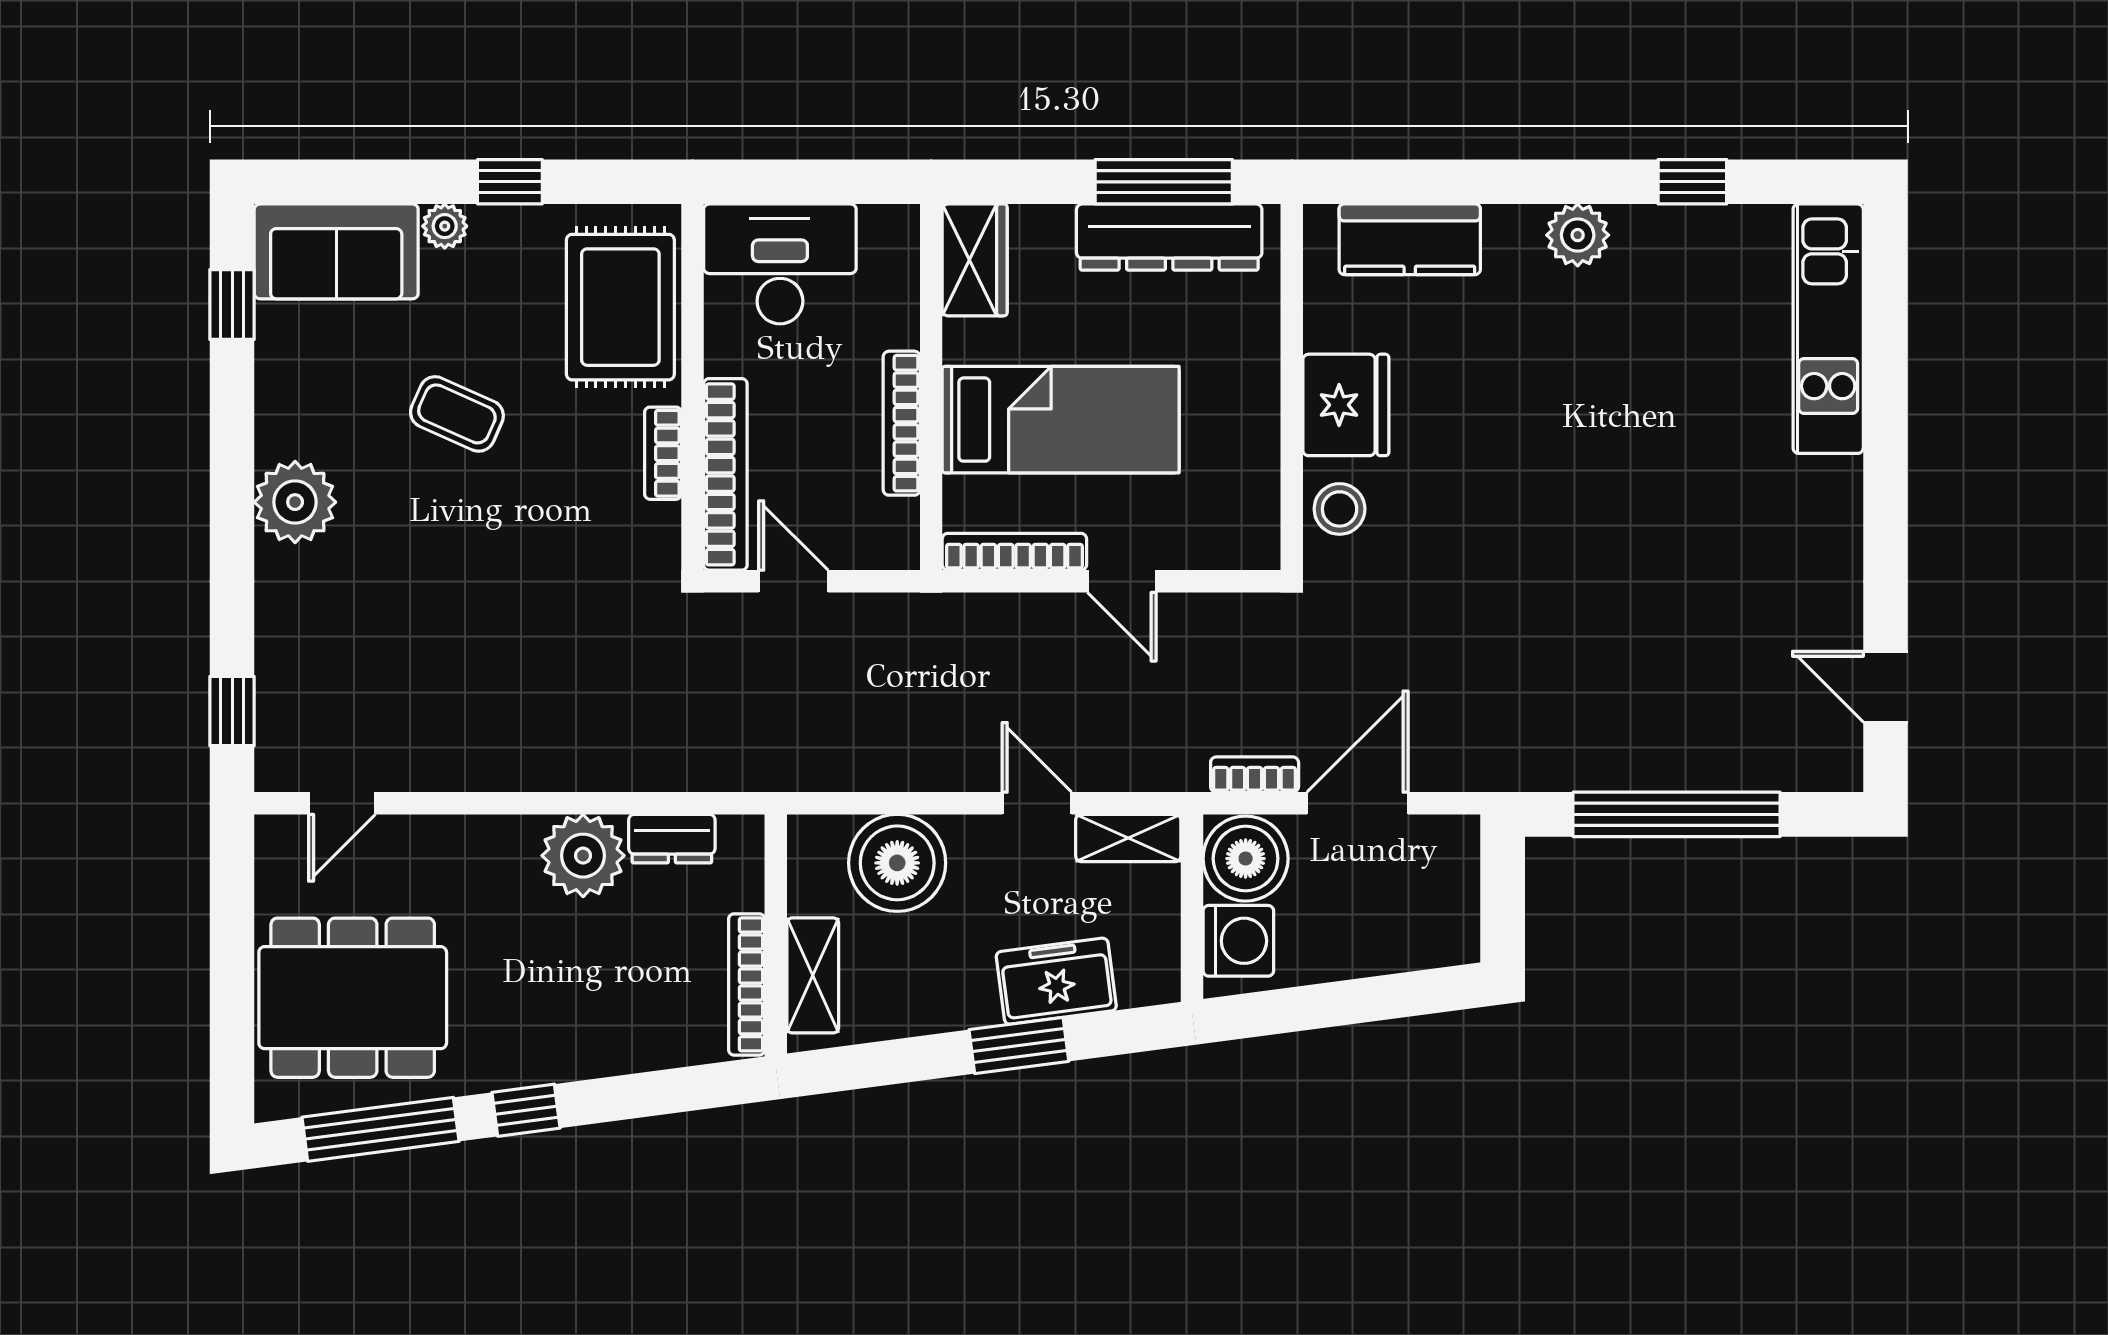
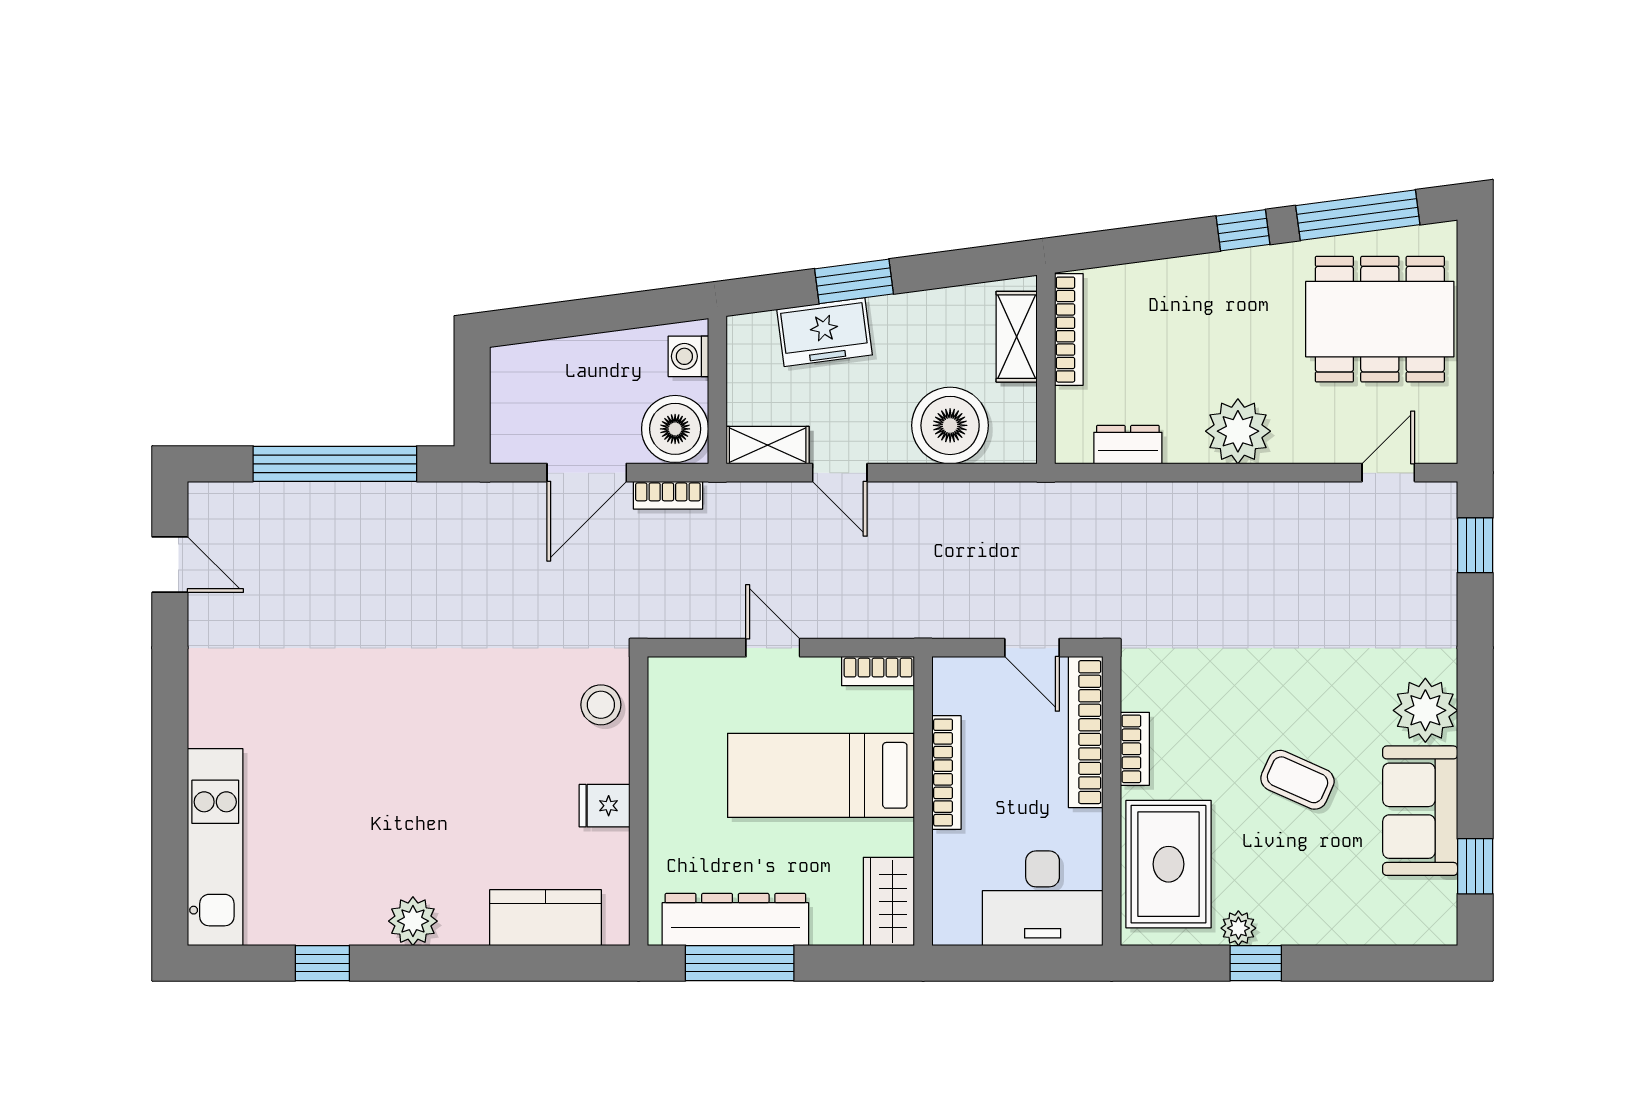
plant: (445, 226) -> (1238, 928), moved
sofa: (336, 251) -> (1420, 811), moved, turned -90
fridge: (1346, 405) -> (604, 806), width x0.53, depth x0.75
bookcase: (1014, 552) -> (878, 671), width x0.64
plant: (583, 856) -> (1238, 431), moved
washing machine: (1238, 941) -> (688, 356), width x0.73, depth x0.73

